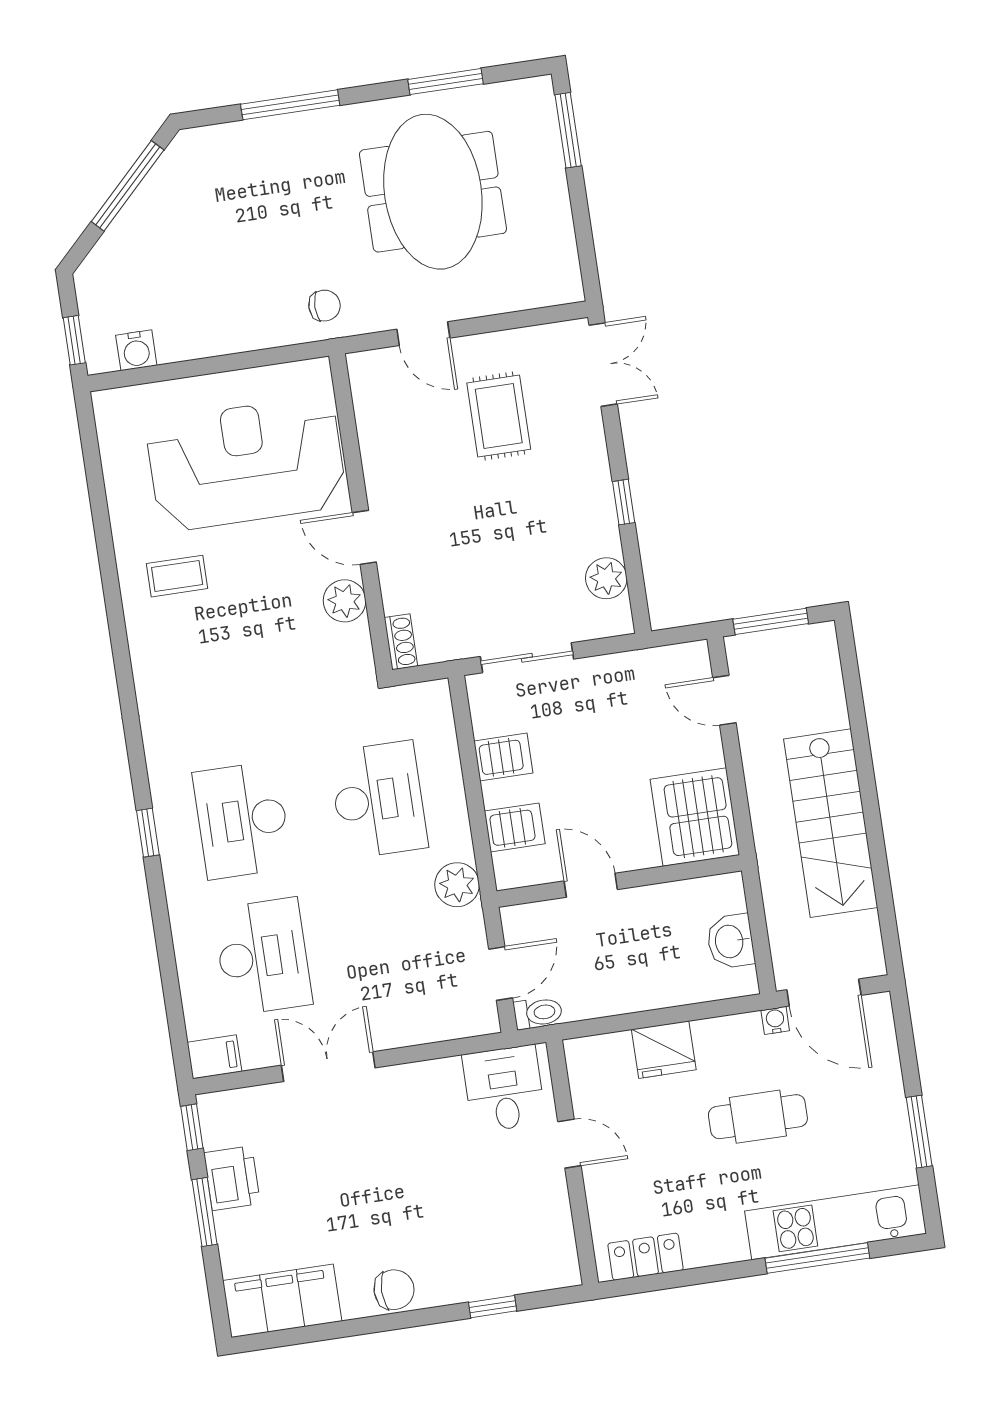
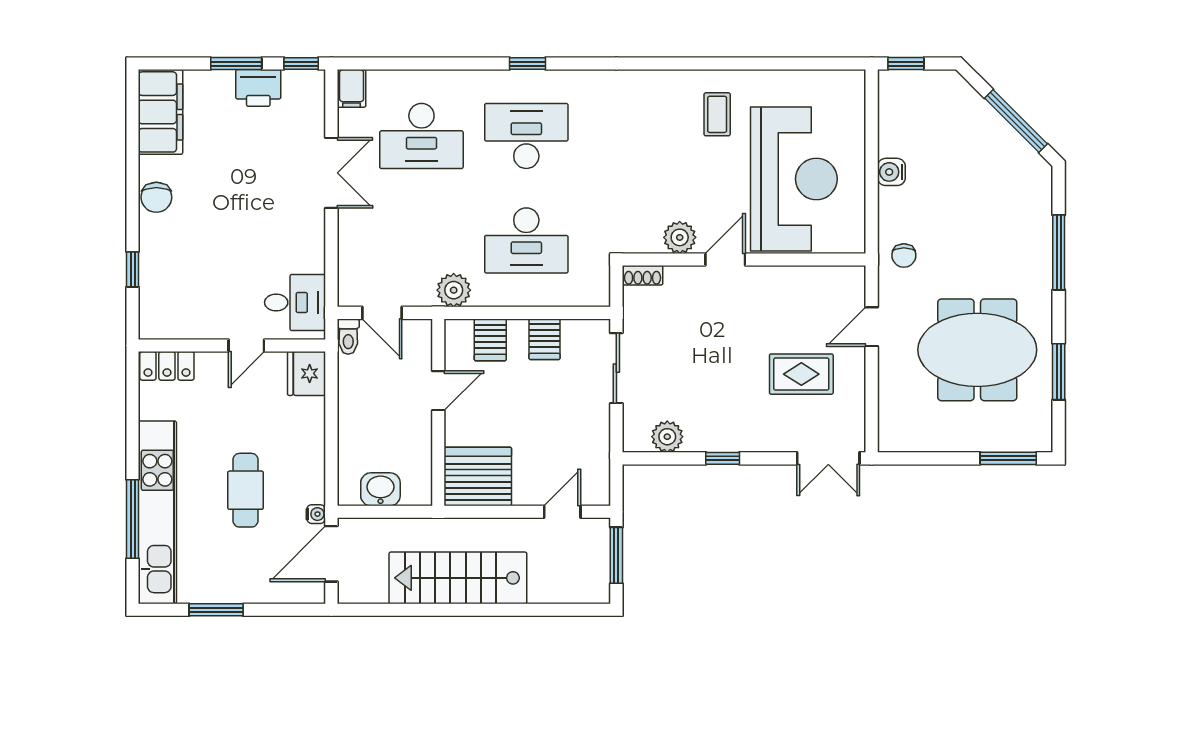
water cooler: (136, 350) -> (891, 172), moved
fridge: (664, 1050) -> (307, 373), moved
kitchen unit: (836, 1222) -> (157, 512), width x1.36
locker: (646, 1257) -> (167, 366), moved, turned 90

